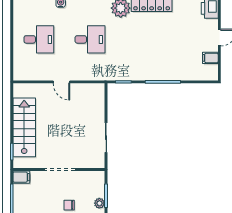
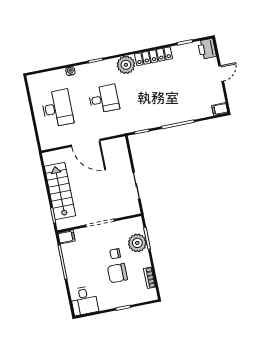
desk: (39, 39) -> (57, 108), width x1.37
filing cabinet: (210, 58) -> (220, 109), moved
door: (61, 82) -> (86, 143), width x1.87
plant: (99, 203) -> (137, 243), width x1.88, depth x1.88

